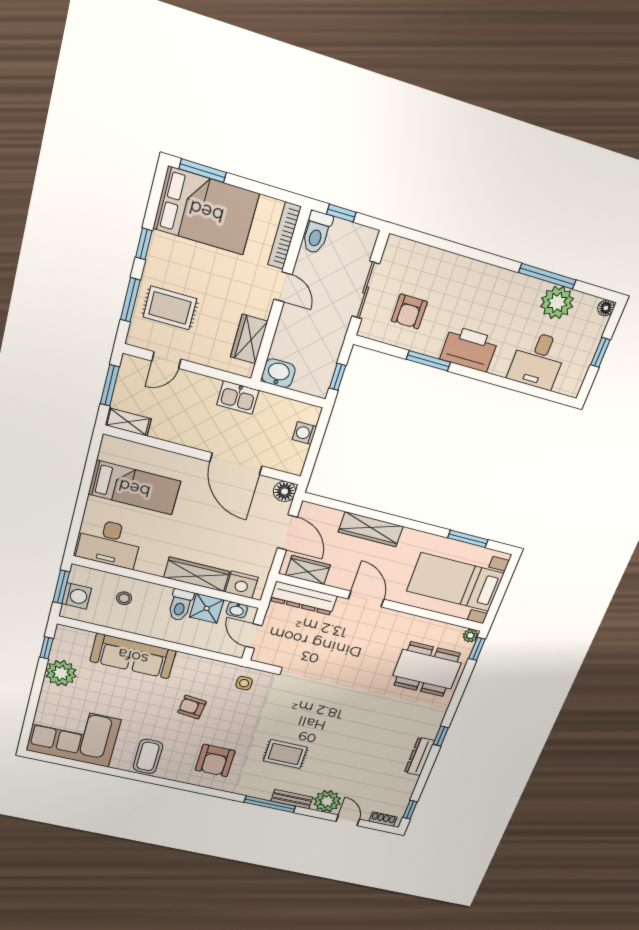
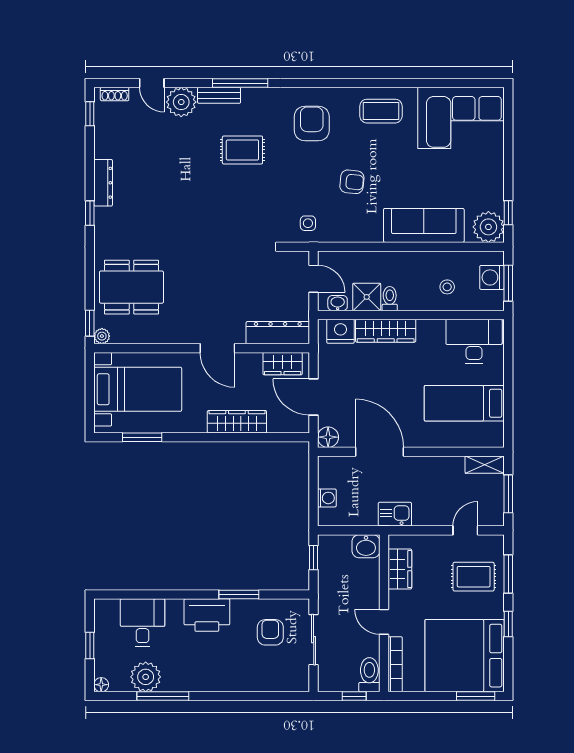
bed: (206, 211) -> (465, 656), width x1.36
toilet: (180, 605) -> (390, 299), width x0.73, depth x0.72
plant: (61, 673) -> (488, 227), moved
coffee table: (148, 756) -> (381, 111), turned 90

